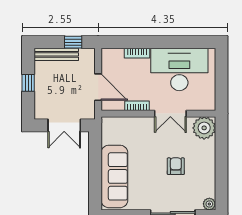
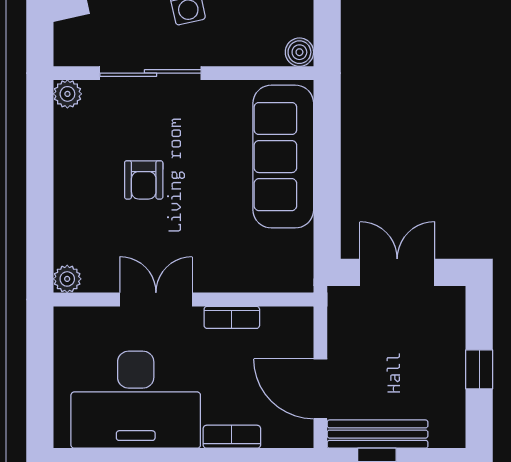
bench: (56, 54) -> (378, 434), moved
door: (98, 87) -> (320, 389), moved
plant: (204, 128) -> (67, 279), width x0.53, depth x0.53

